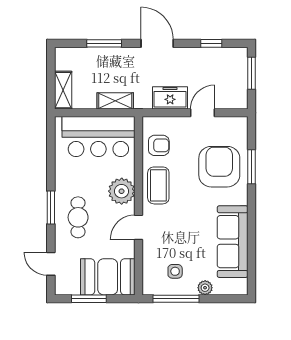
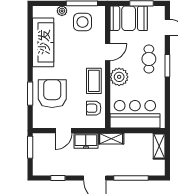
window: (104, 43) -> (131, 178), width x1.44
window: (251, 73) -> (30, 147), moved
shelving: (115, 101) -> (111, 139), moved
armchair: (219, 167) -> (52, 94), turned 180
side table: (175, 271) -> (83, 22), width x1.87, depth x1.87

